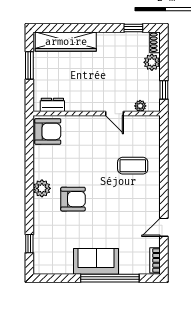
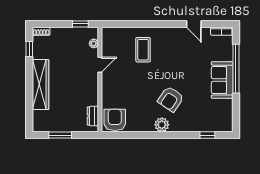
wardrobe: (66, 42) -> (41, 85), moved
plant: (152, 62) -> (58, 34), removed
armchair: (73, 199) -> (171, 99), turned -146

